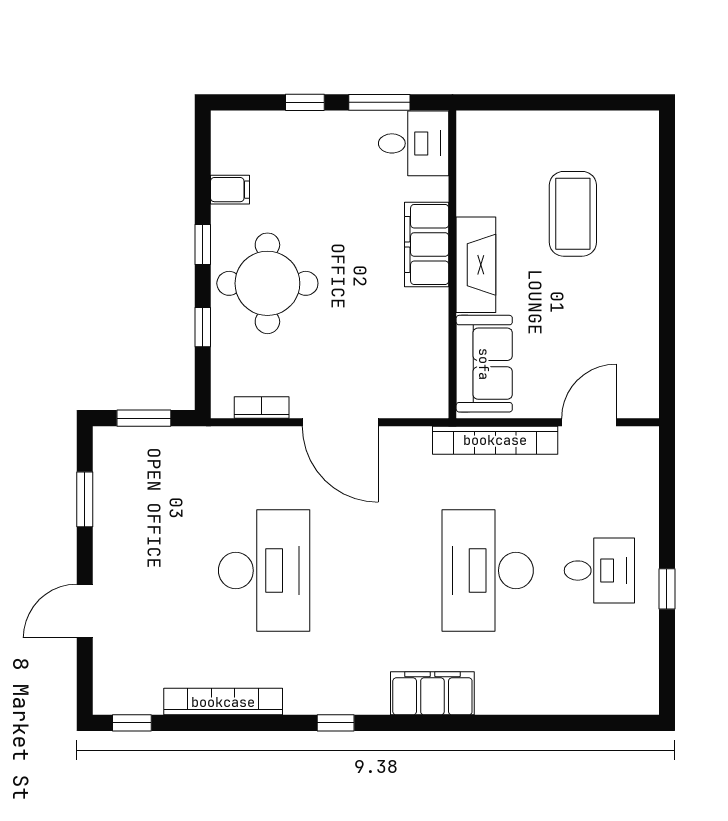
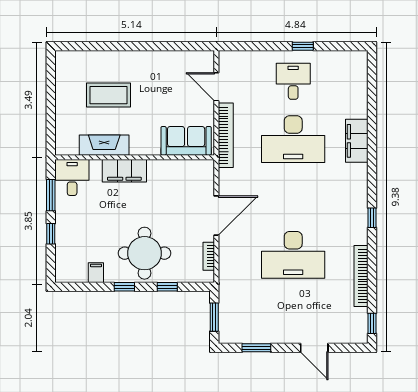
fireplace: (476, 265) -> (104, 145), moved
desk: (264, 571) -> (293, 255), turned 180
filing cabinet: (432, 693) -> (357, 141), moved

